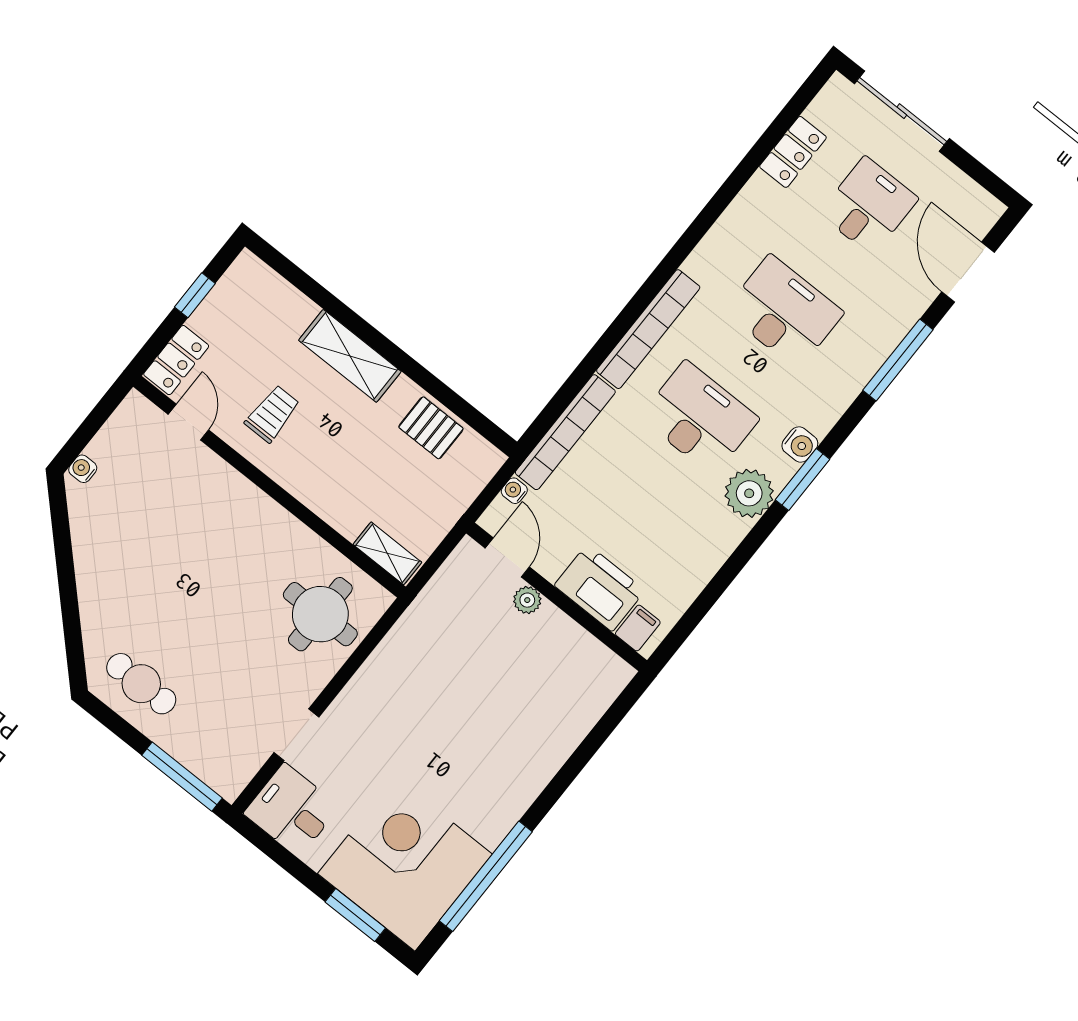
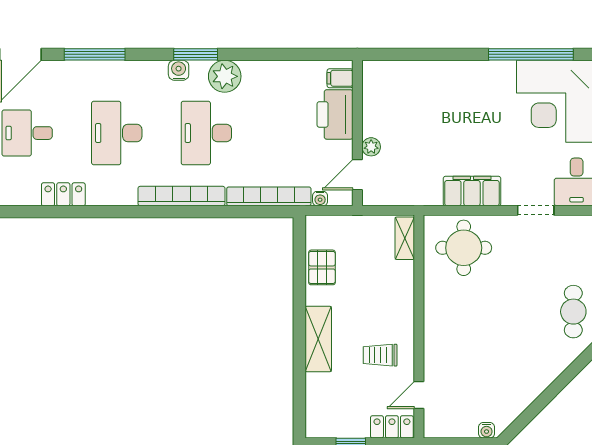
locker: (793, 152) -> (63, 194), moved
filing cabinet: (380, 678) -> (472, 191), added

